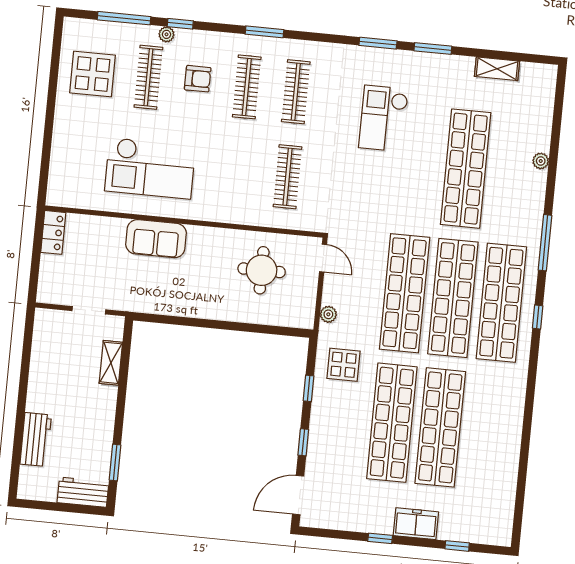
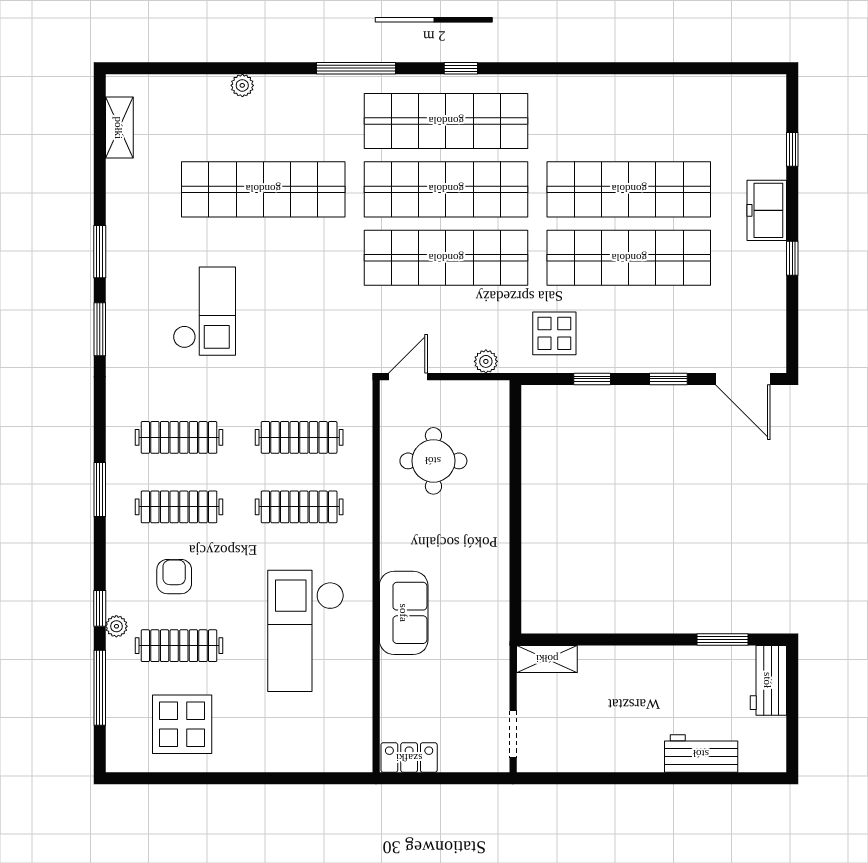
shelving: (497, 69) -> (119, 128), moved
checkout: (383, 118) -> (204, 311), turned -90
checkout: (150, 168) -> (306, 631), turned 180
clothes rail: (238, 172) -> (299, 507), added
doorway: (89, 310) -> (513, 734), moved
shelving: (111, 363) -> (547, 659), moved

